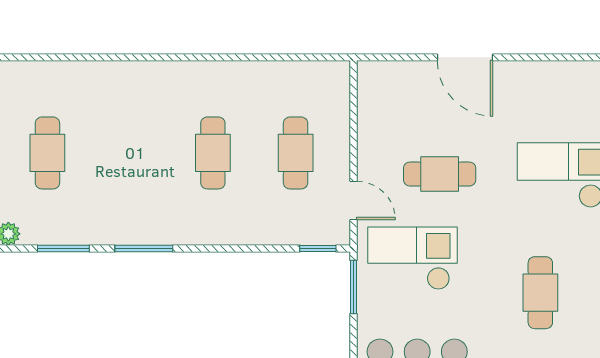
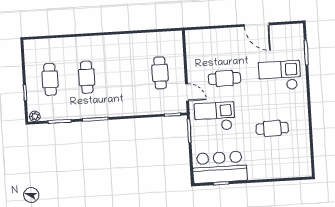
door: (465, 57) -> (257, 25), moved
cafe table: (213, 153) -> (87, 77), moved
cafe table: (540, 293) -> (272, 128), turned 90

